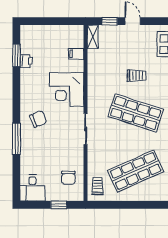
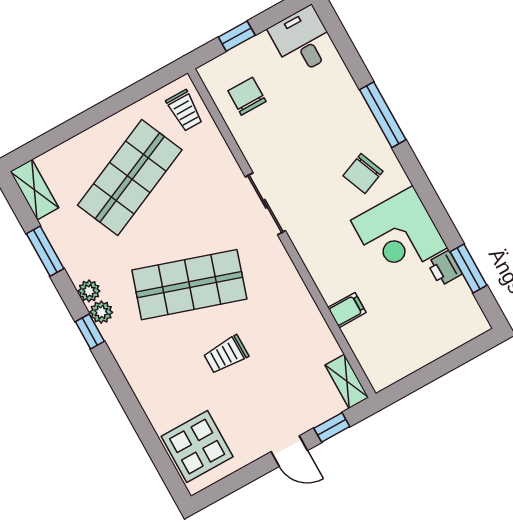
filing cabinet: (76, 54) -> (347, 310), moved
corner desk: (67, 90) -> (399, 234), moved, turned 180

